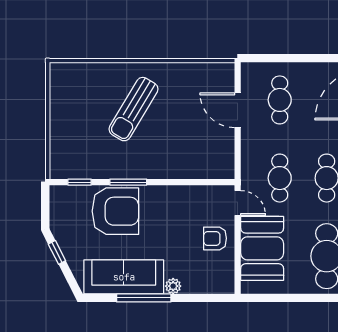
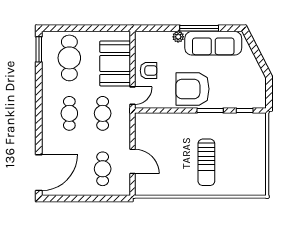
sun lounger: (133, 109) -> (206, 162), turned 149
door: (238, 203) -> (132, 96), swing flipped
armchair: (115, 211) -> (193, 89), moved
window: (57, 252) -> (261, 61), removed

